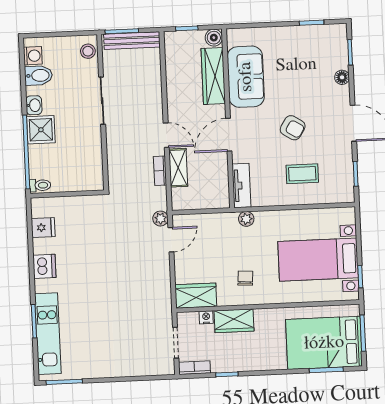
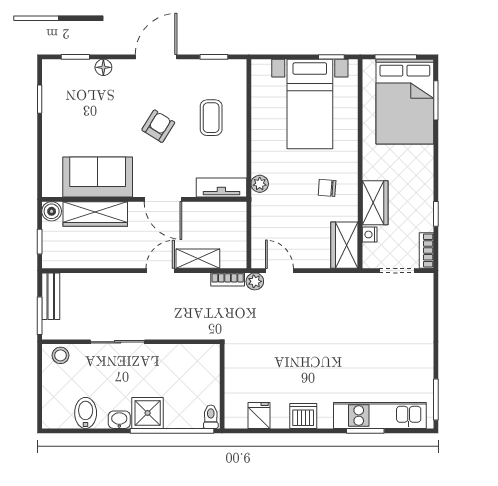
bench: (132, 41) -> (51, 296), width x0.73
washing machine: (33, 56) -> (63, 418), removed
bookcase: (160, 171) -> (228, 279), moved

